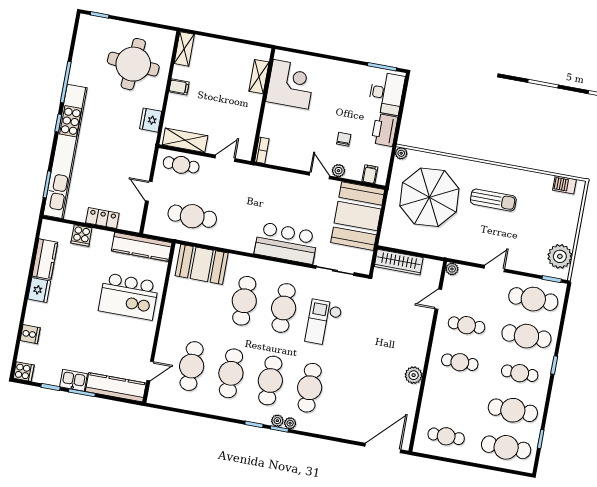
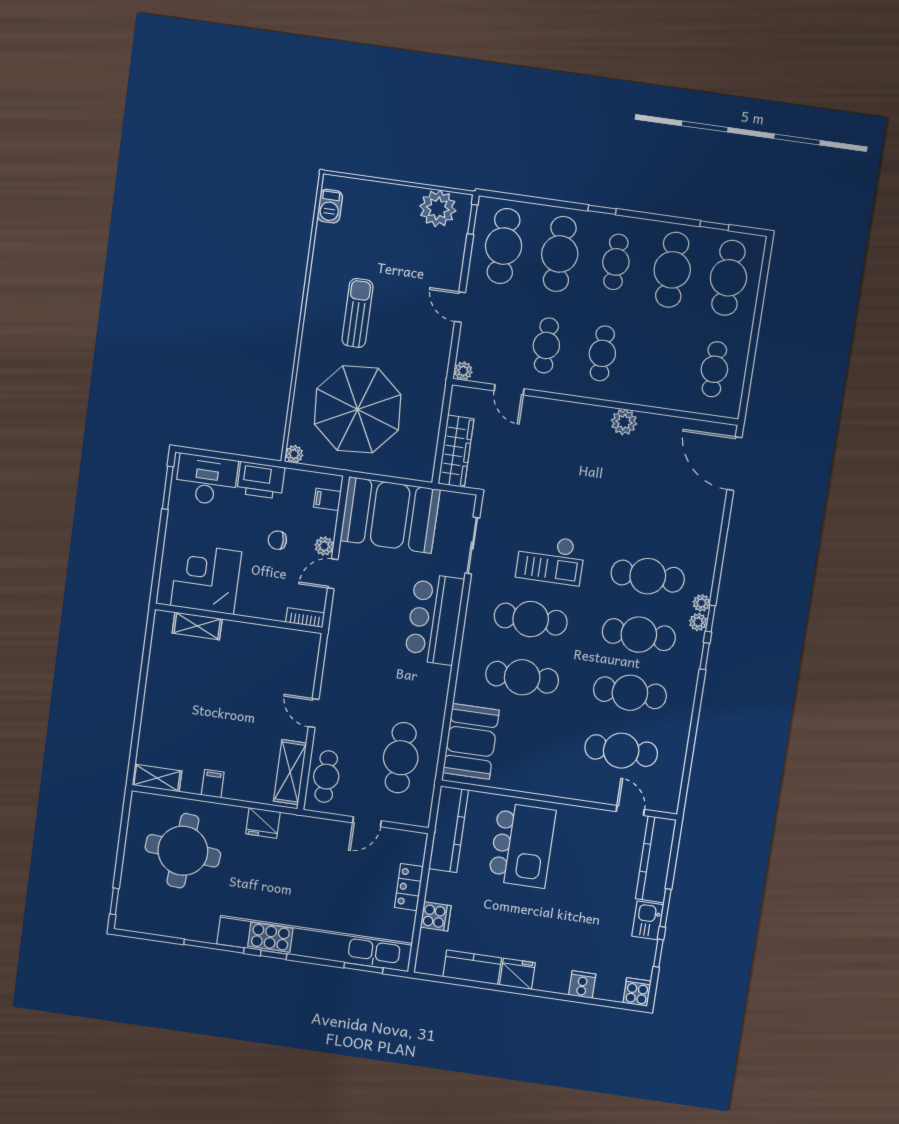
shelving: (259, 77) -> (197, 626), moved
corner desk: (291, 84) -> (206, 579), moved
wall: (263, 105) -> (239, 618), moved
bookcase: (262, 150) -> (305, 618), moved

